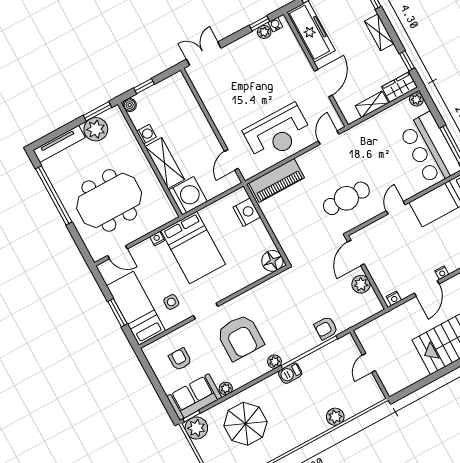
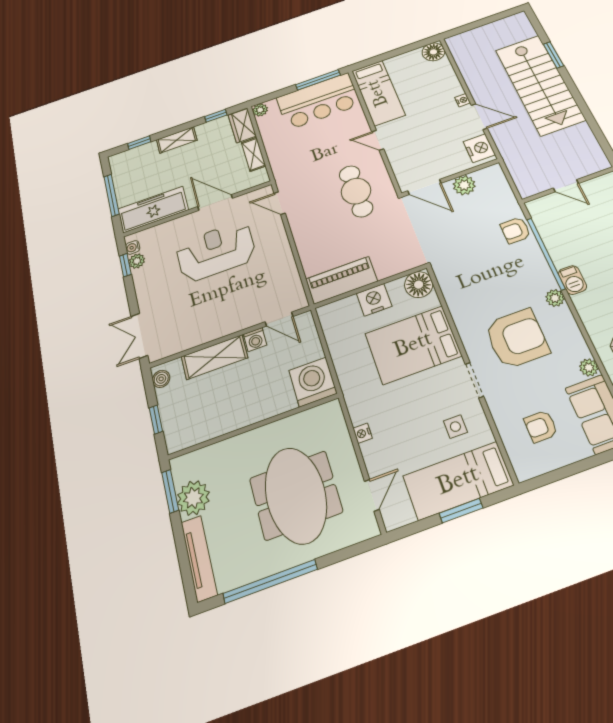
boiler: (130, 105) -> (161, 379), moved
reception desk: (277, 133) -> (216, 251), moved, turned -90
washing machine: (146, 134) -> (255, 340), moved, turned 180
shelving: (165, 163) -> (214, 357), moved
piano: (277, 180) -> (341, 280), moved, turned -90
nightstand: (247, 212) -> (374, 300), moved
bed: (193, 248) -> (413, 345), moved, turned 180
nightstand: (394, 298) -> (479, 148), width x1.89, depth x1.79
armchair: (326, 328) -> (515, 230), turned 90

